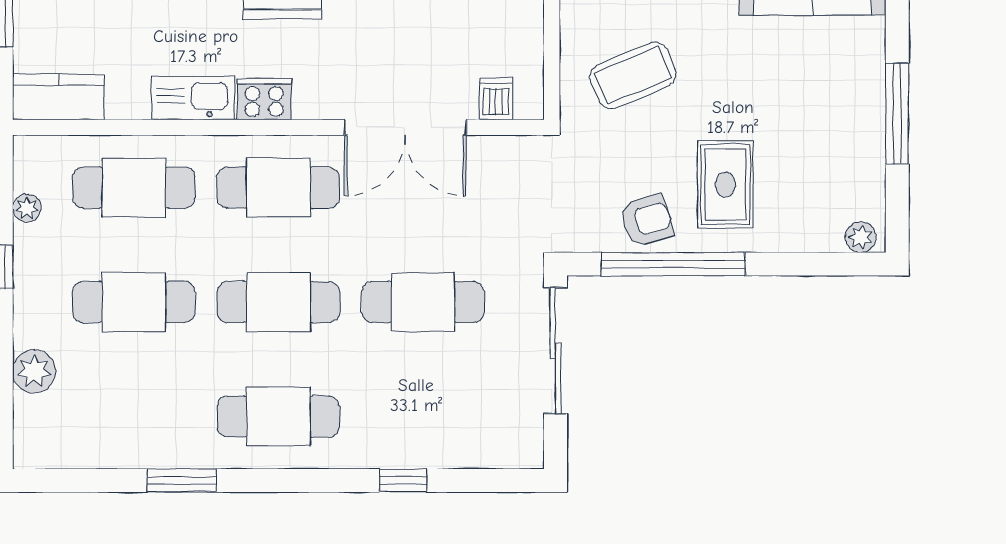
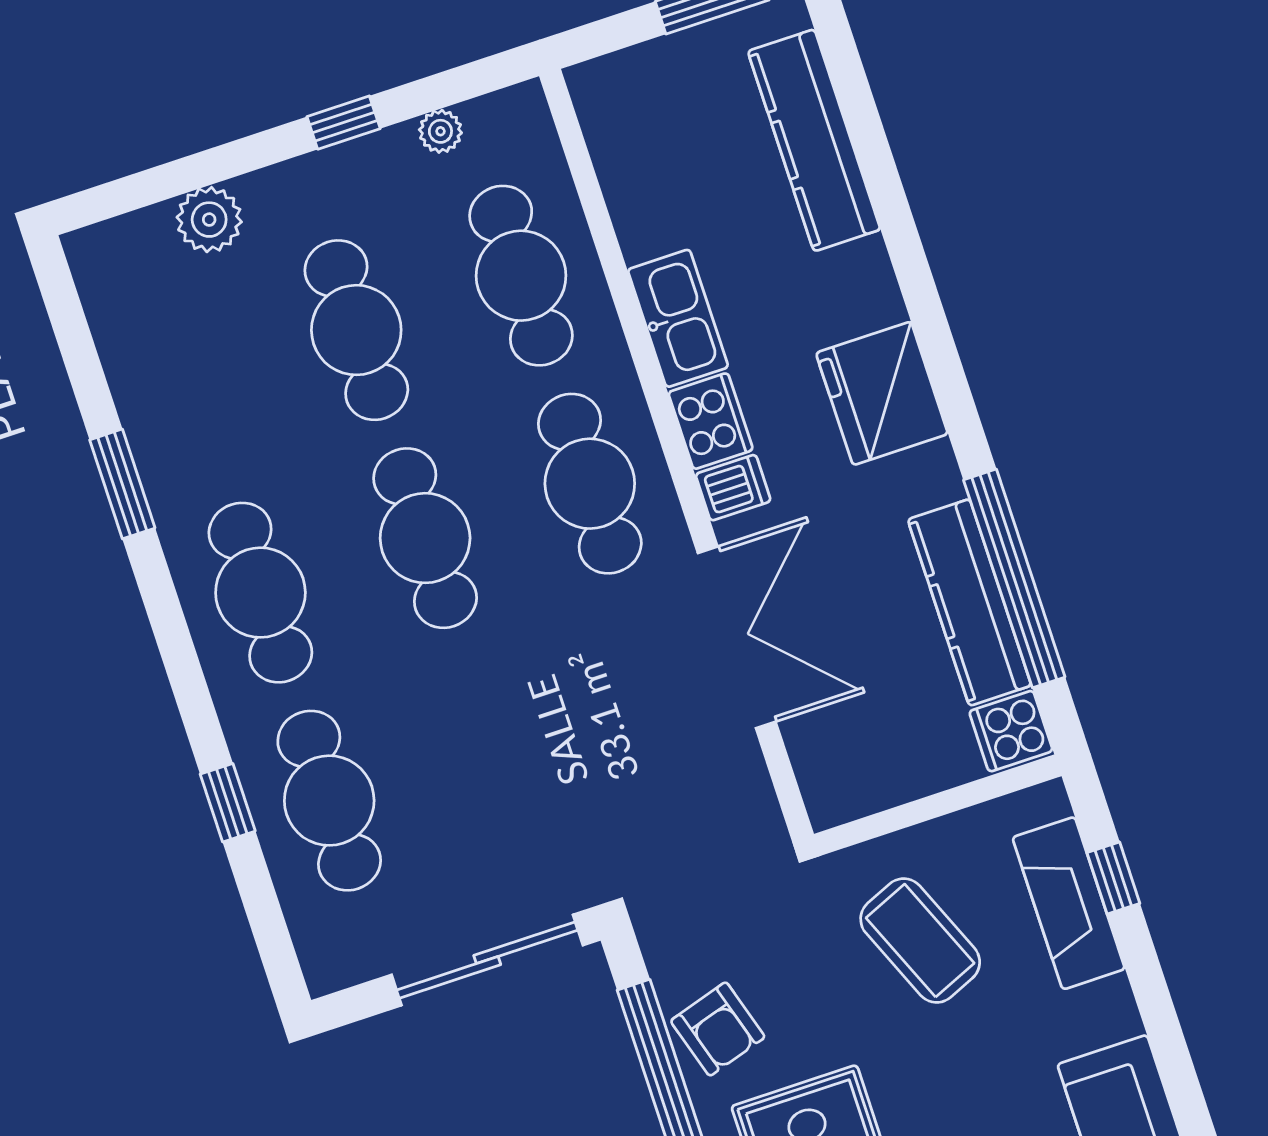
kitchen counter: (58, 97) -> (615, 124), removed
dishwasher: (496, 99) -> (733, 488), moved
double door: (405, 127) -> (737, 637), swing flipped
cafe table: (423, 302) -> (329, 801), moved

